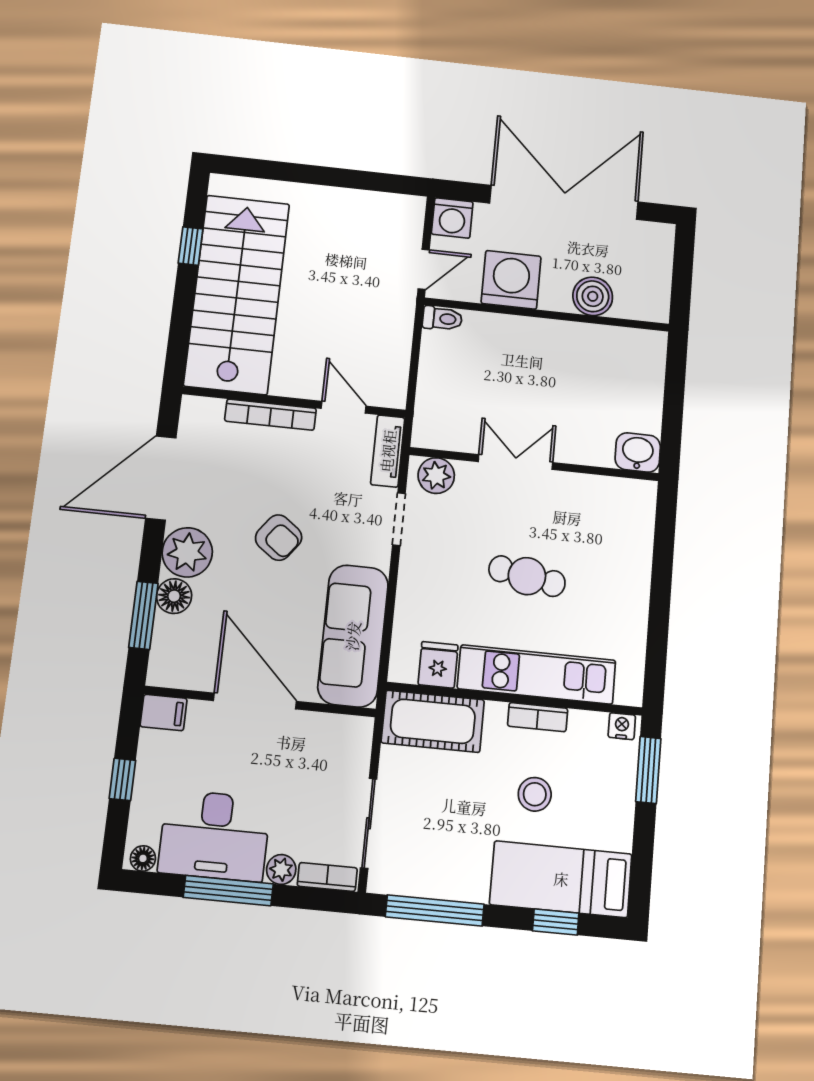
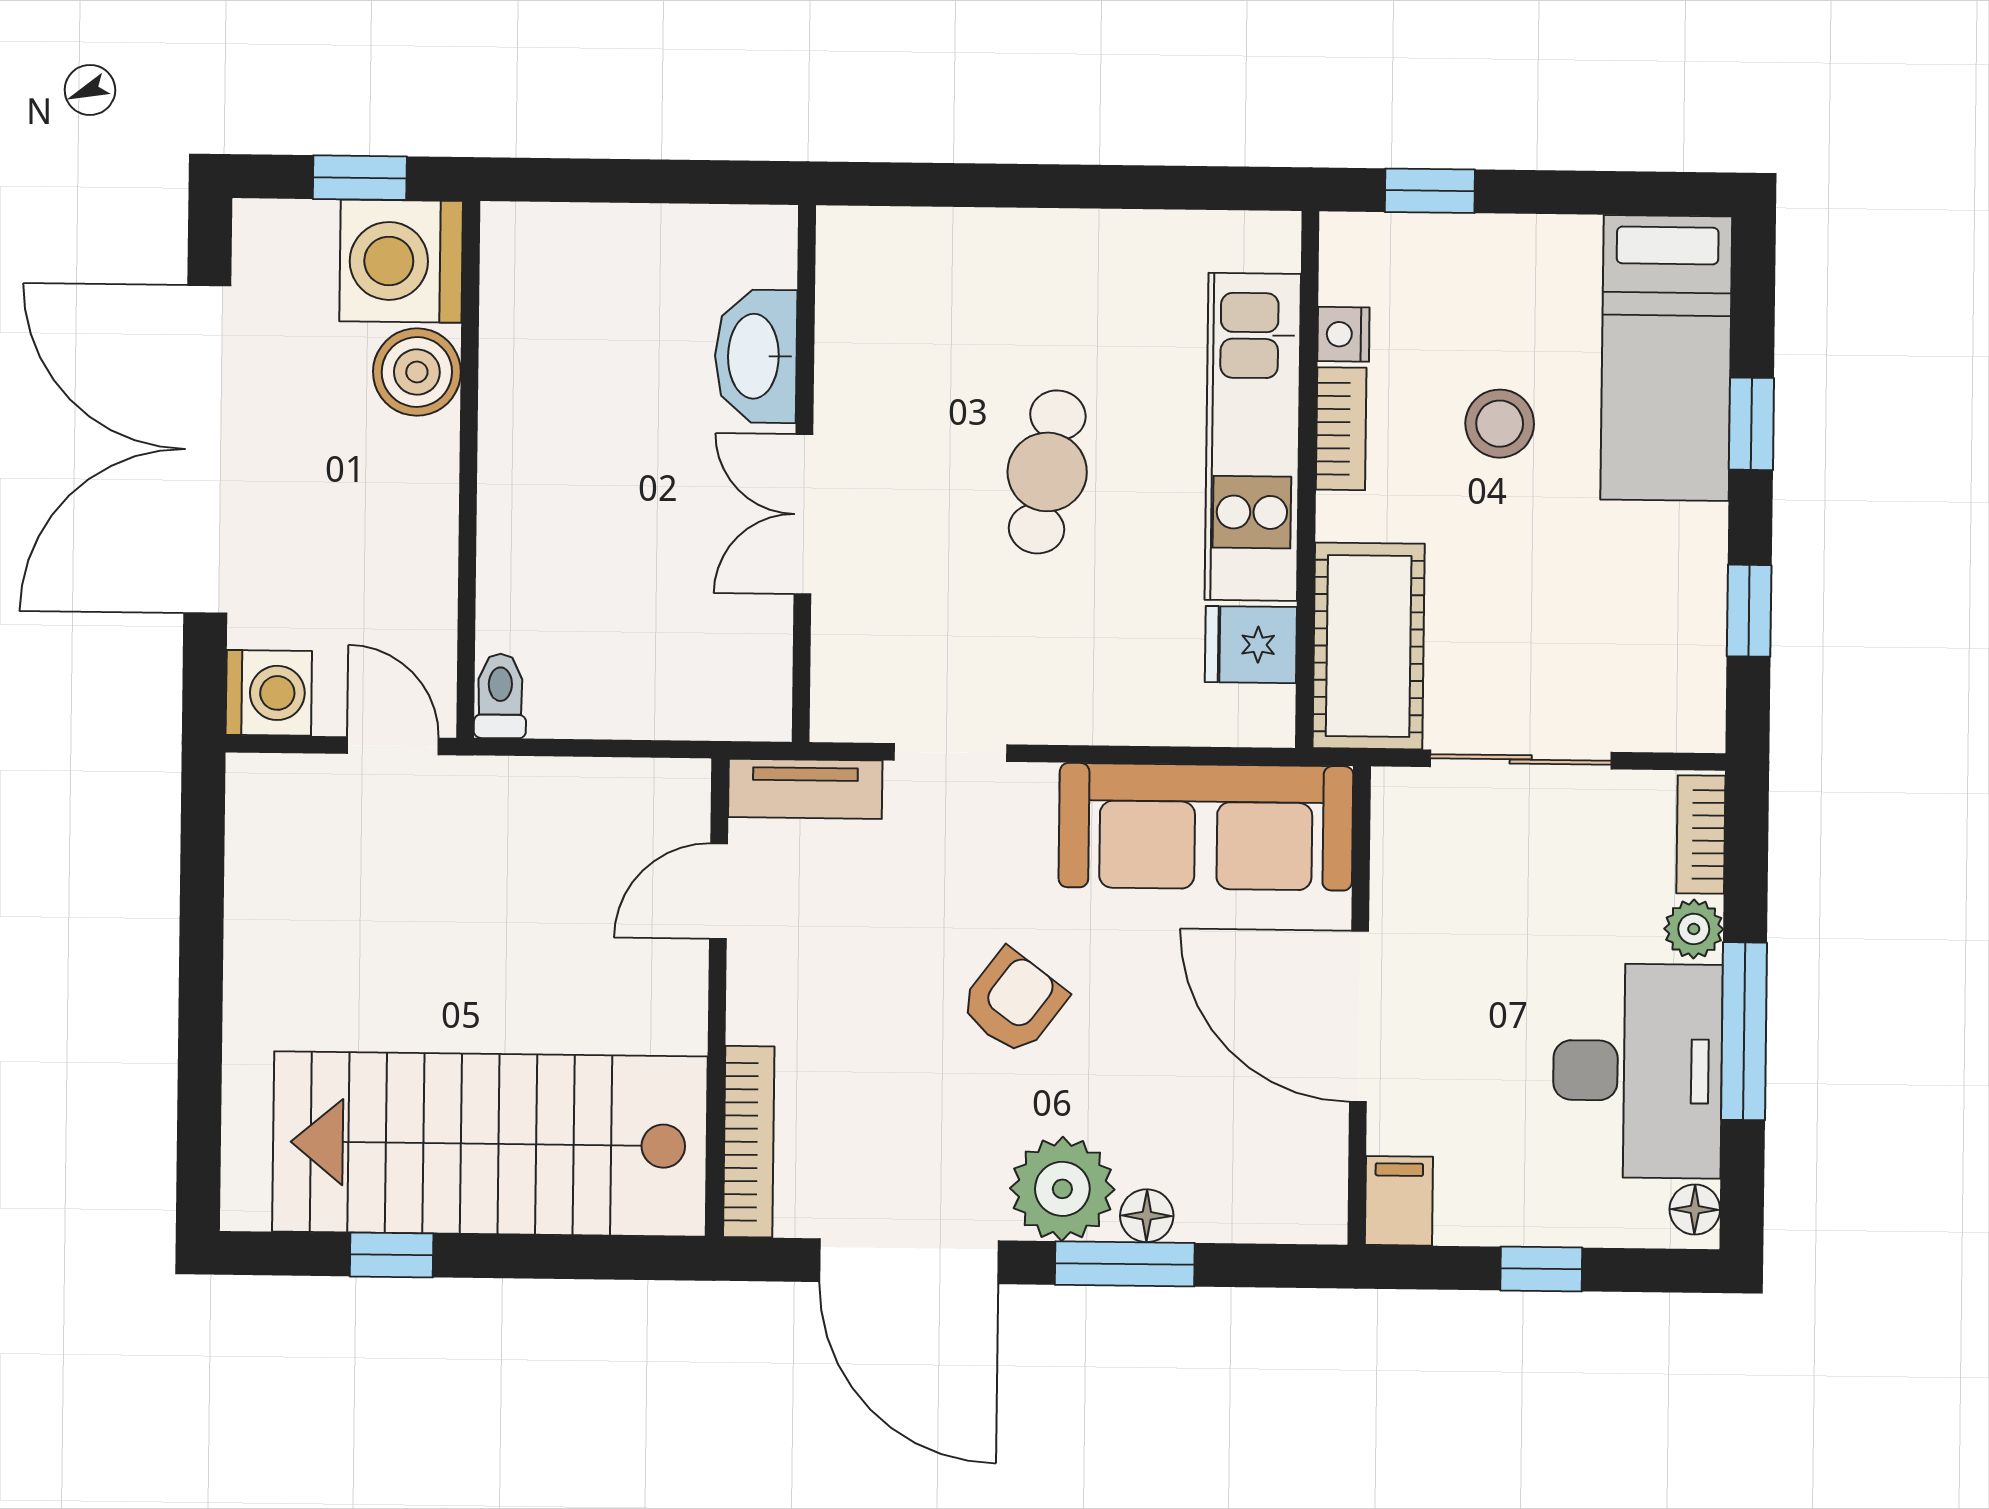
washing machine: (511, 280) -> (401, 261), moved
window: (682, 280) -> (360, 178), added
bookcase: (270, 415) -> (749, 1142), moved
washbasin: (638, 452) -> (756, 356), moved, width x1.38
plant: (436, 476) -> (849, 681), removed
floor lamp: (174, 596) -> (1147, 1216), width x0.73, depth x0.73
window: (143, 615) -> (1125, 1264), moved
door: (255, 701) -> (1359, 1016), hinge flipped
nightstand: (622, 726) -> (1343, 334), moved
window: (648, 770) -> (1430, 191), width x0.67
sliding door: (369, 823) -> (1521, 759), moved
window: (435, 910) -> (1749, 611), width x0.46
window: (556, 922) -> (1751, 424), moved

